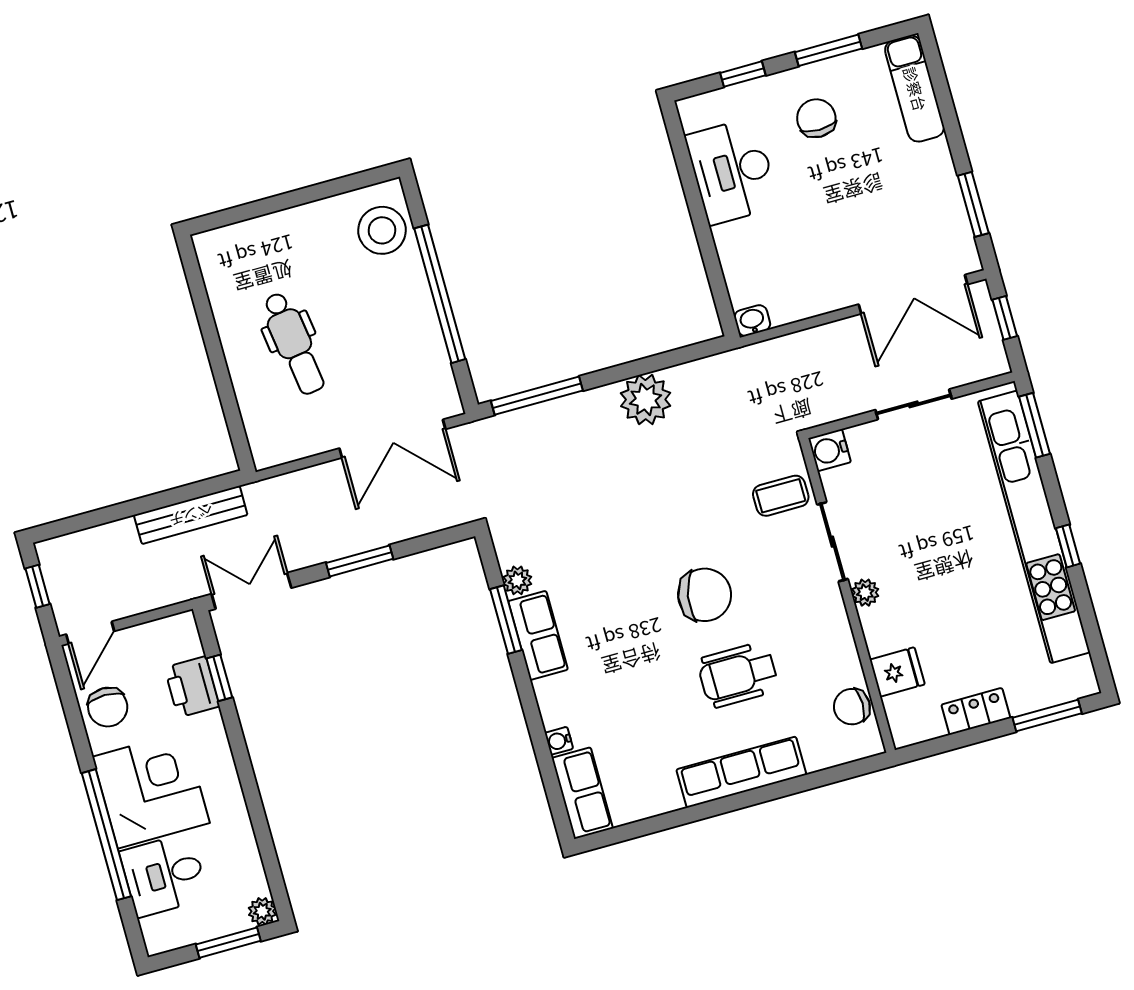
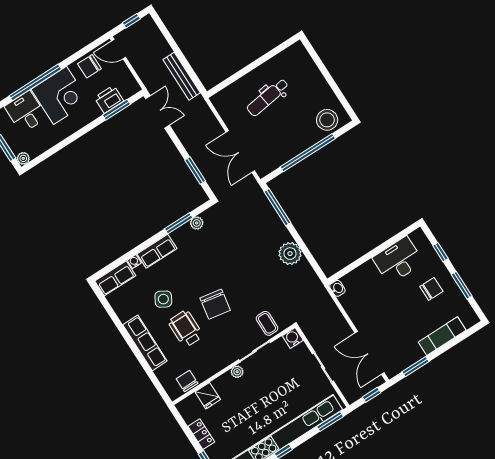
exam couch: (915, 89) -> (442, 336), moved
window: (360, 561) -> (195, 170), moved
row of seats: (538, 635) -> (157, 251), moved
window: (219, 678) -> (116, 110), width x1.50
side table: (659, 703) -> (163, 299), added

